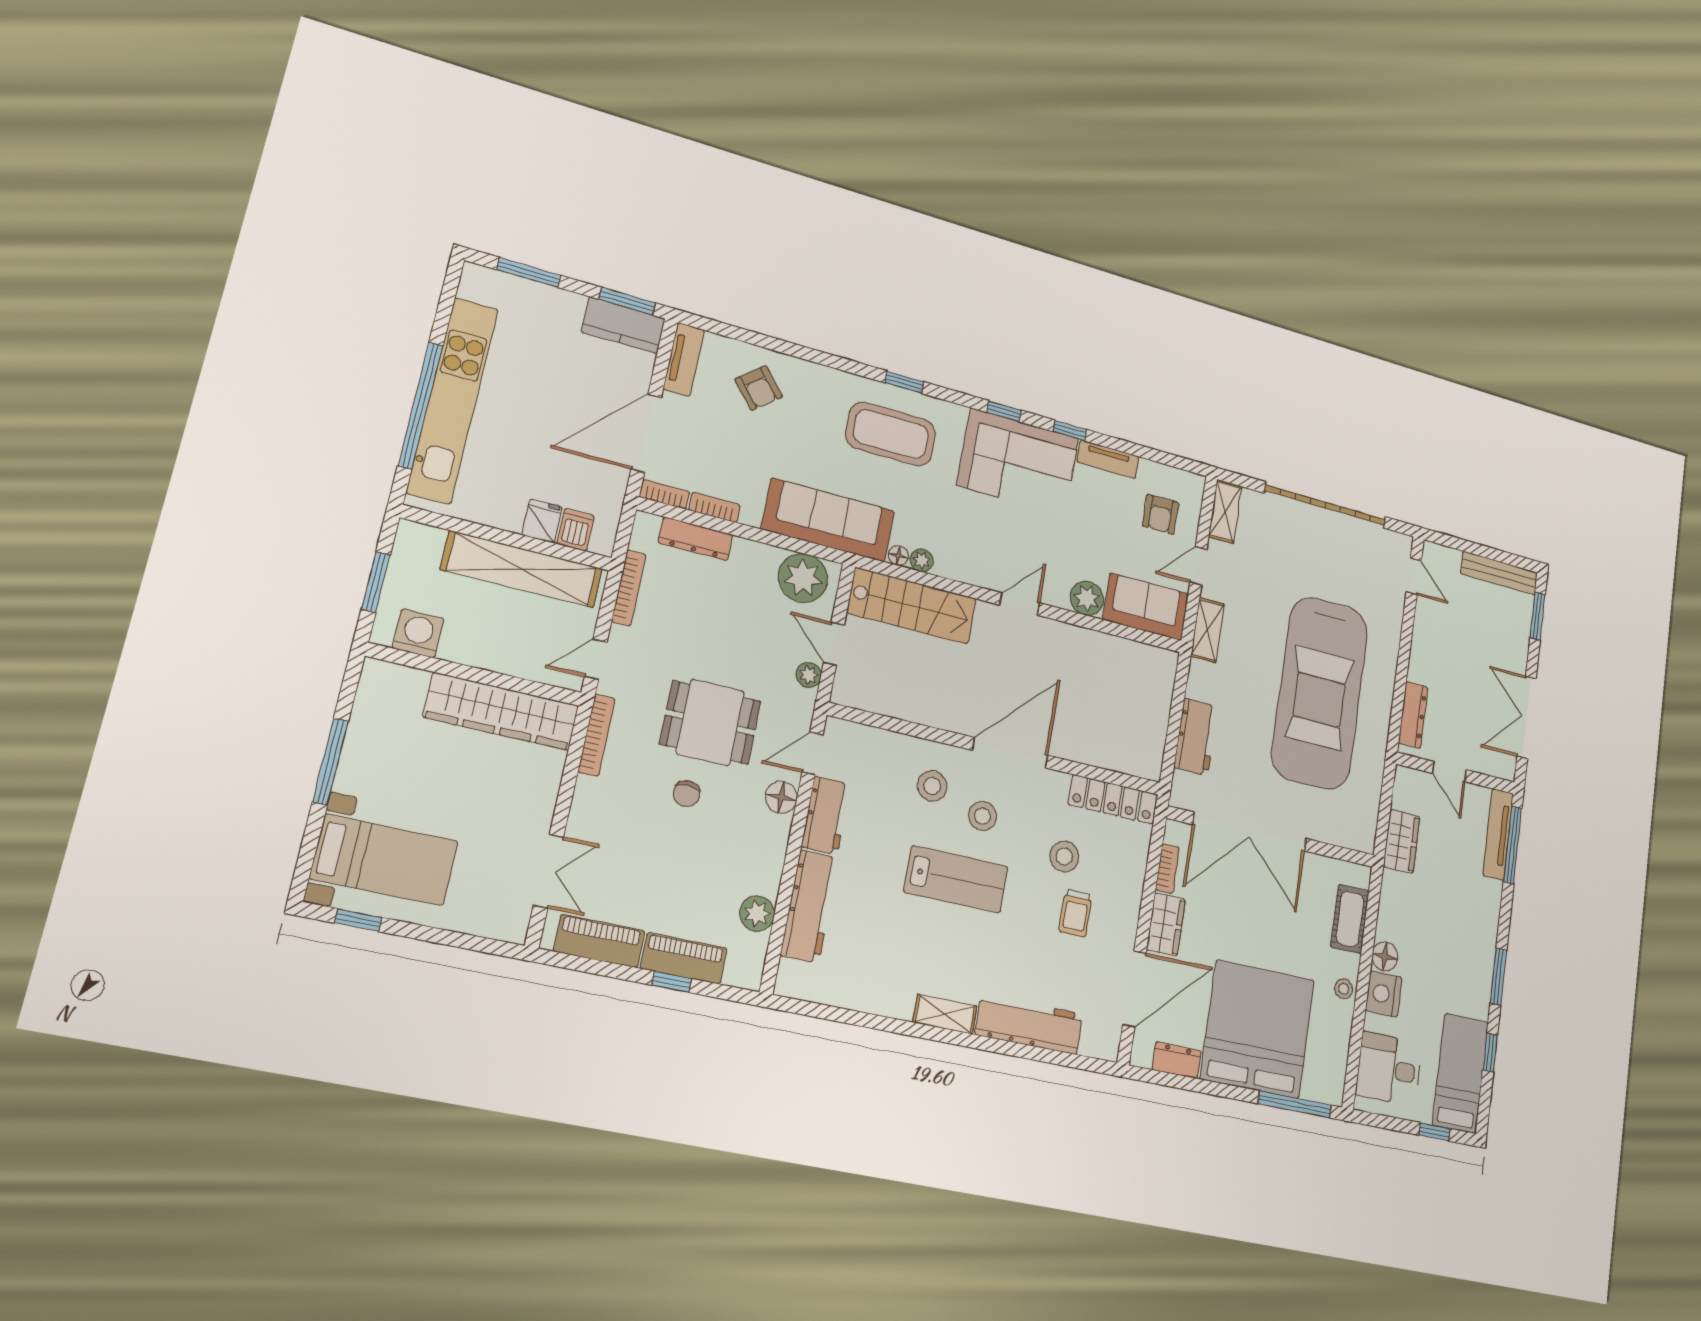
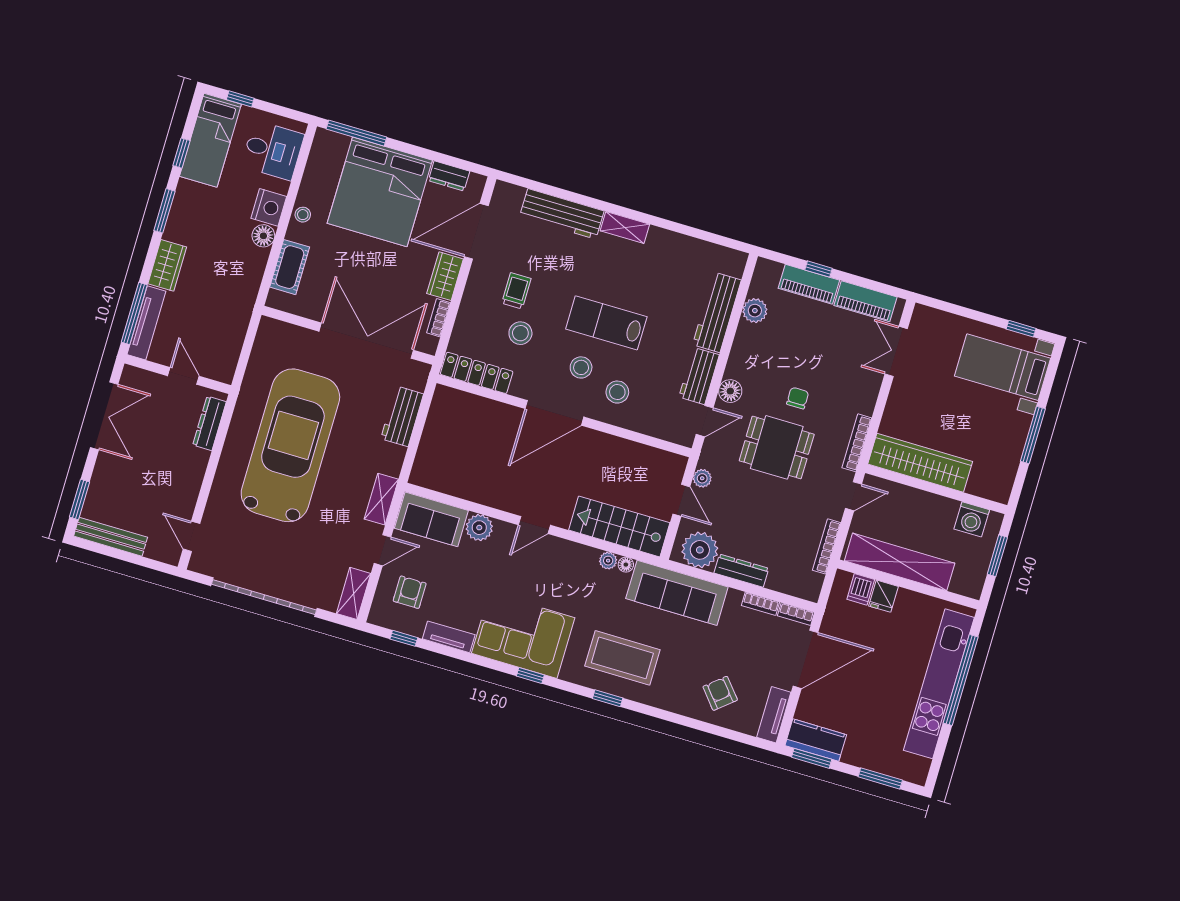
window: (1070, 430) -> (404, 638), moved
dresser: (696, 539) -> (741, 571), moved
wardrobe: (1401, 842) -> (167, 265), moved, turned 180

